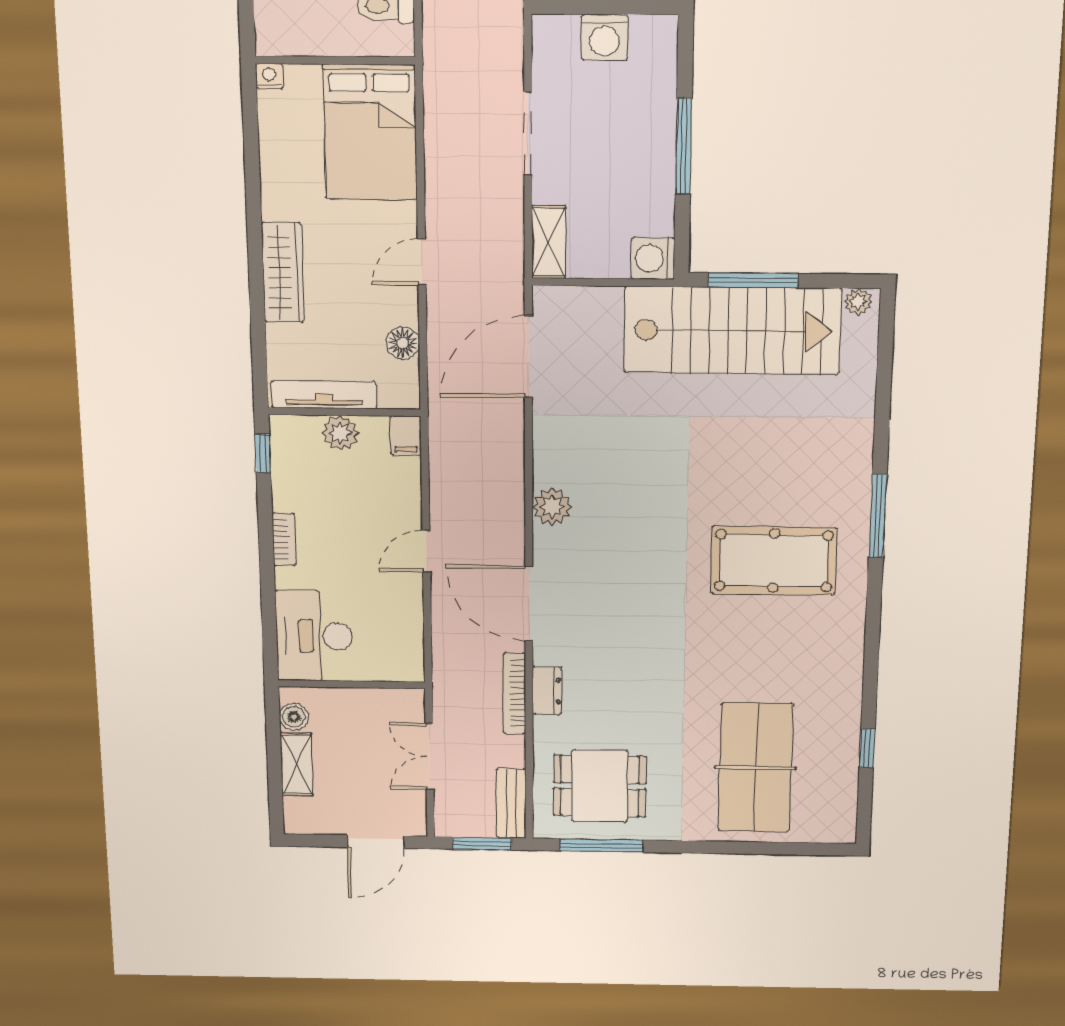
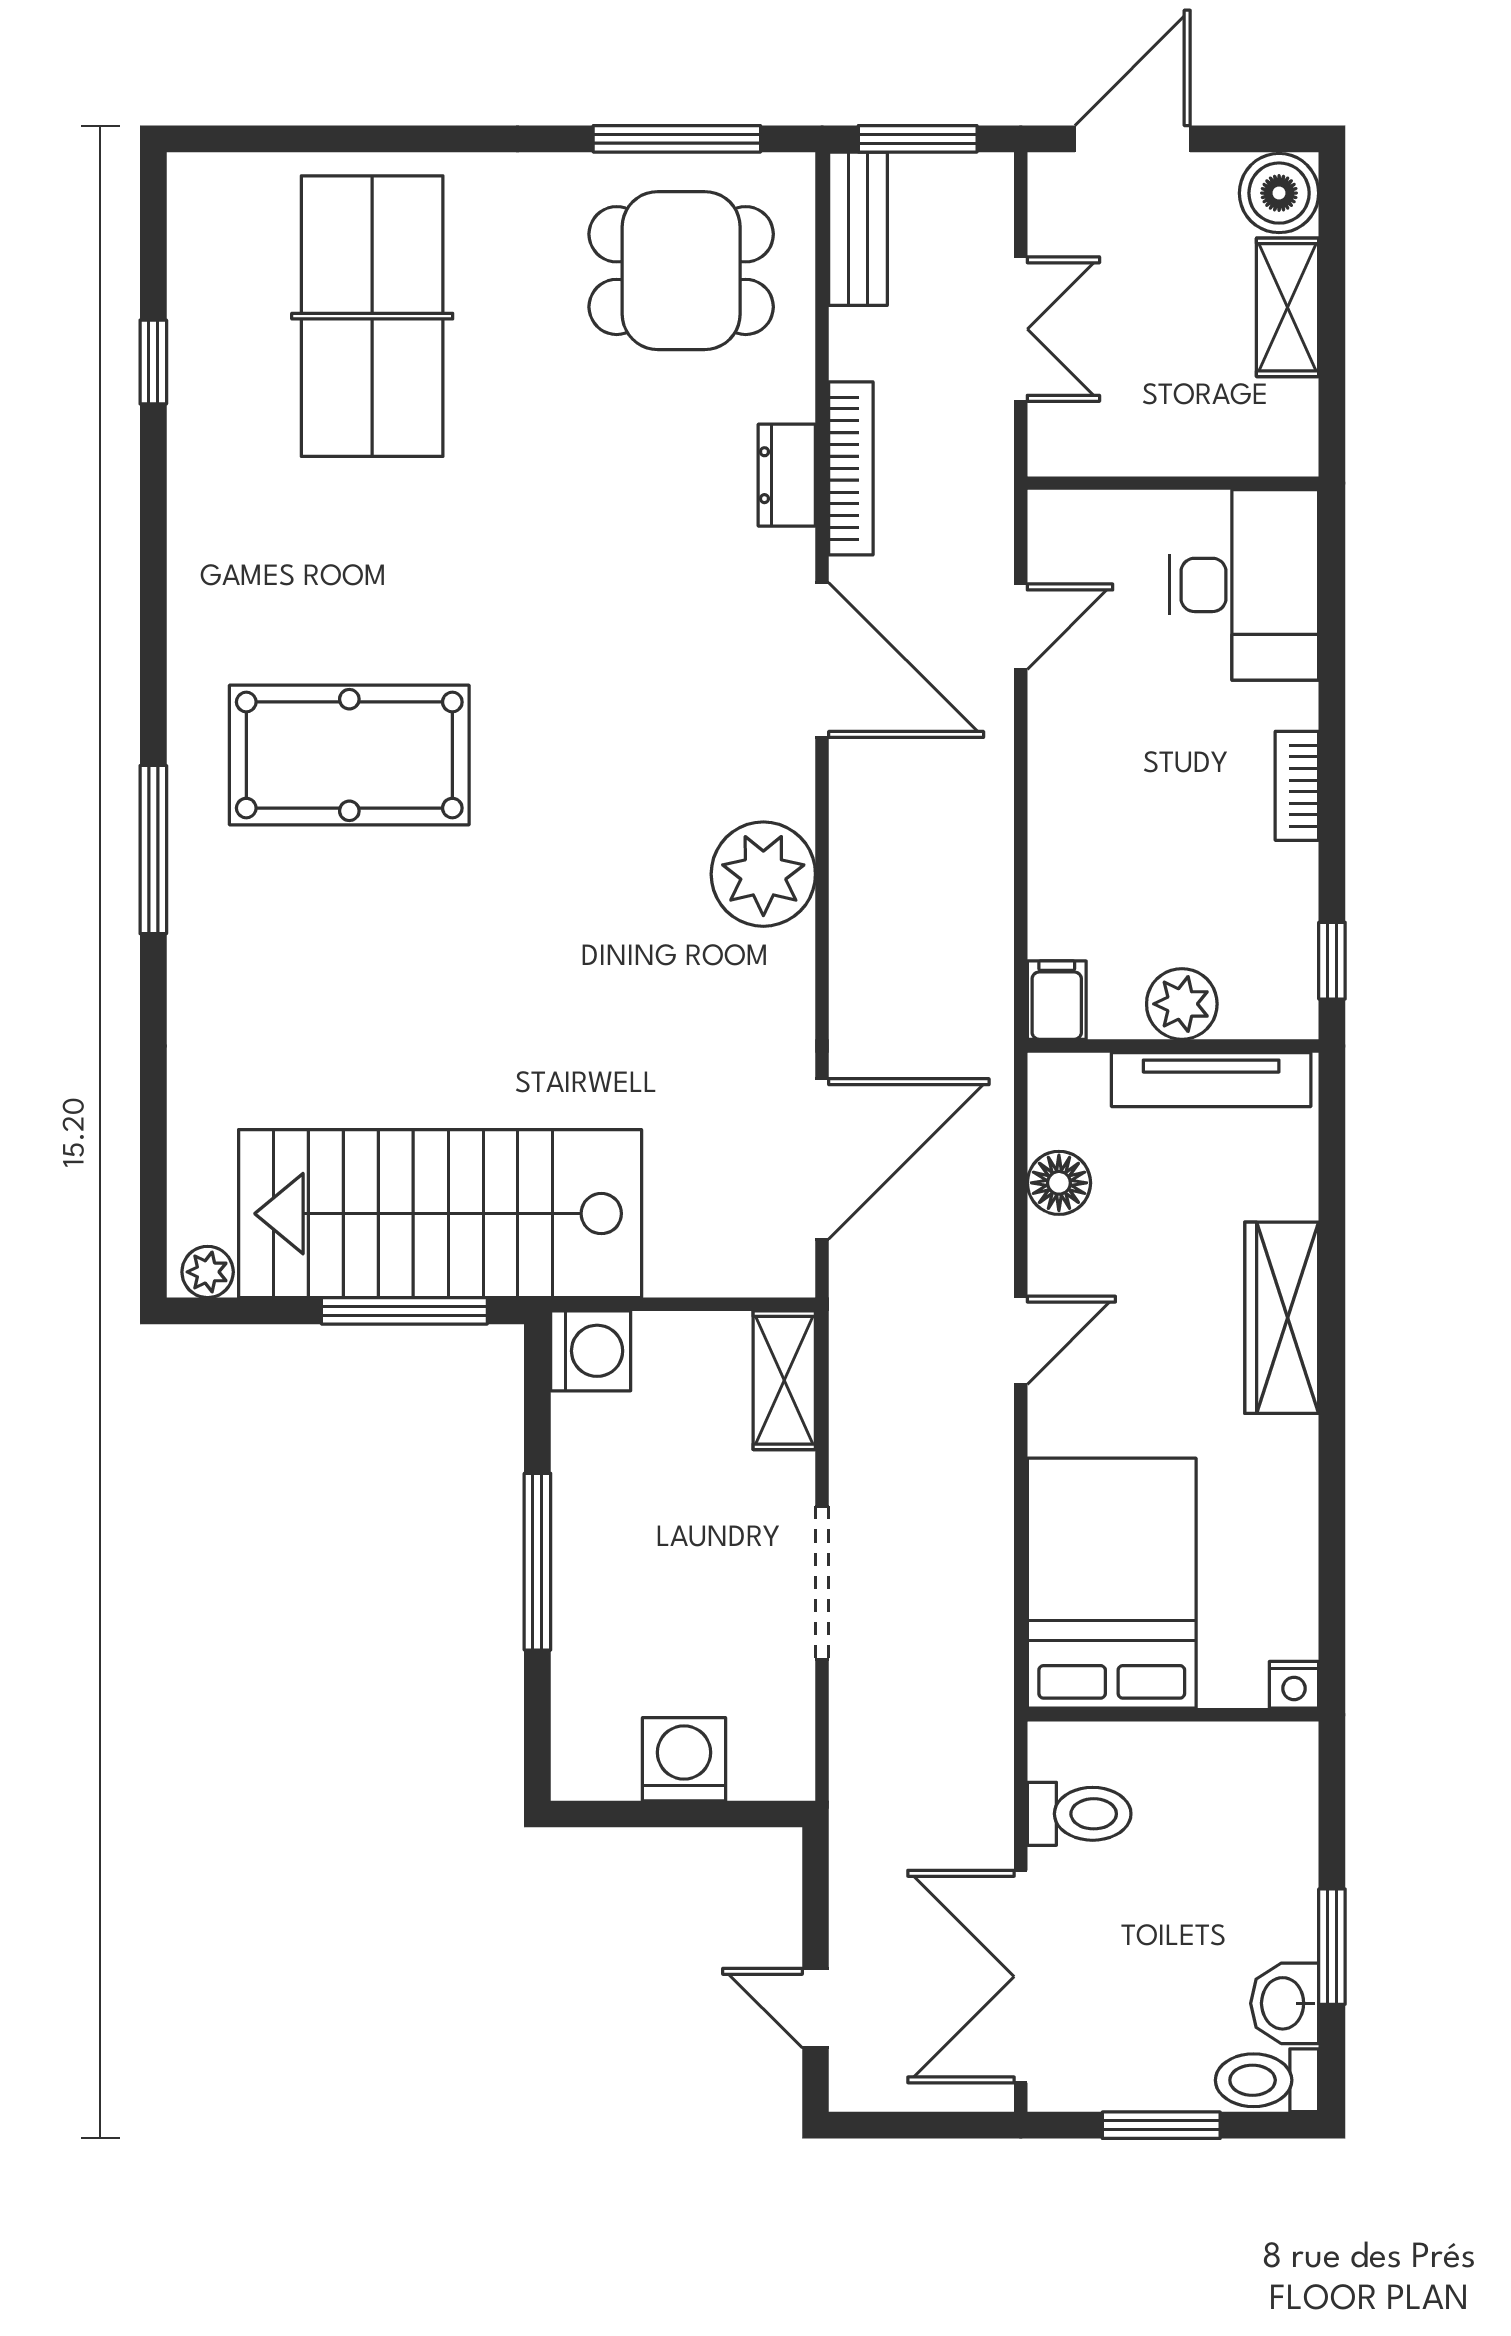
plant: (552, 507) -> (763, 874), width x1.36, depth x1.36
door: (426, 551) -> (1021, 627), moved
boiler: (294, 717) -> (1279, 193), moved, width x1.36, depth x1.36

